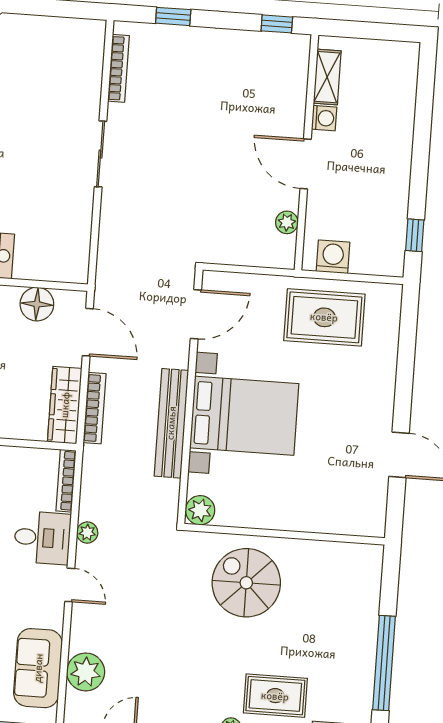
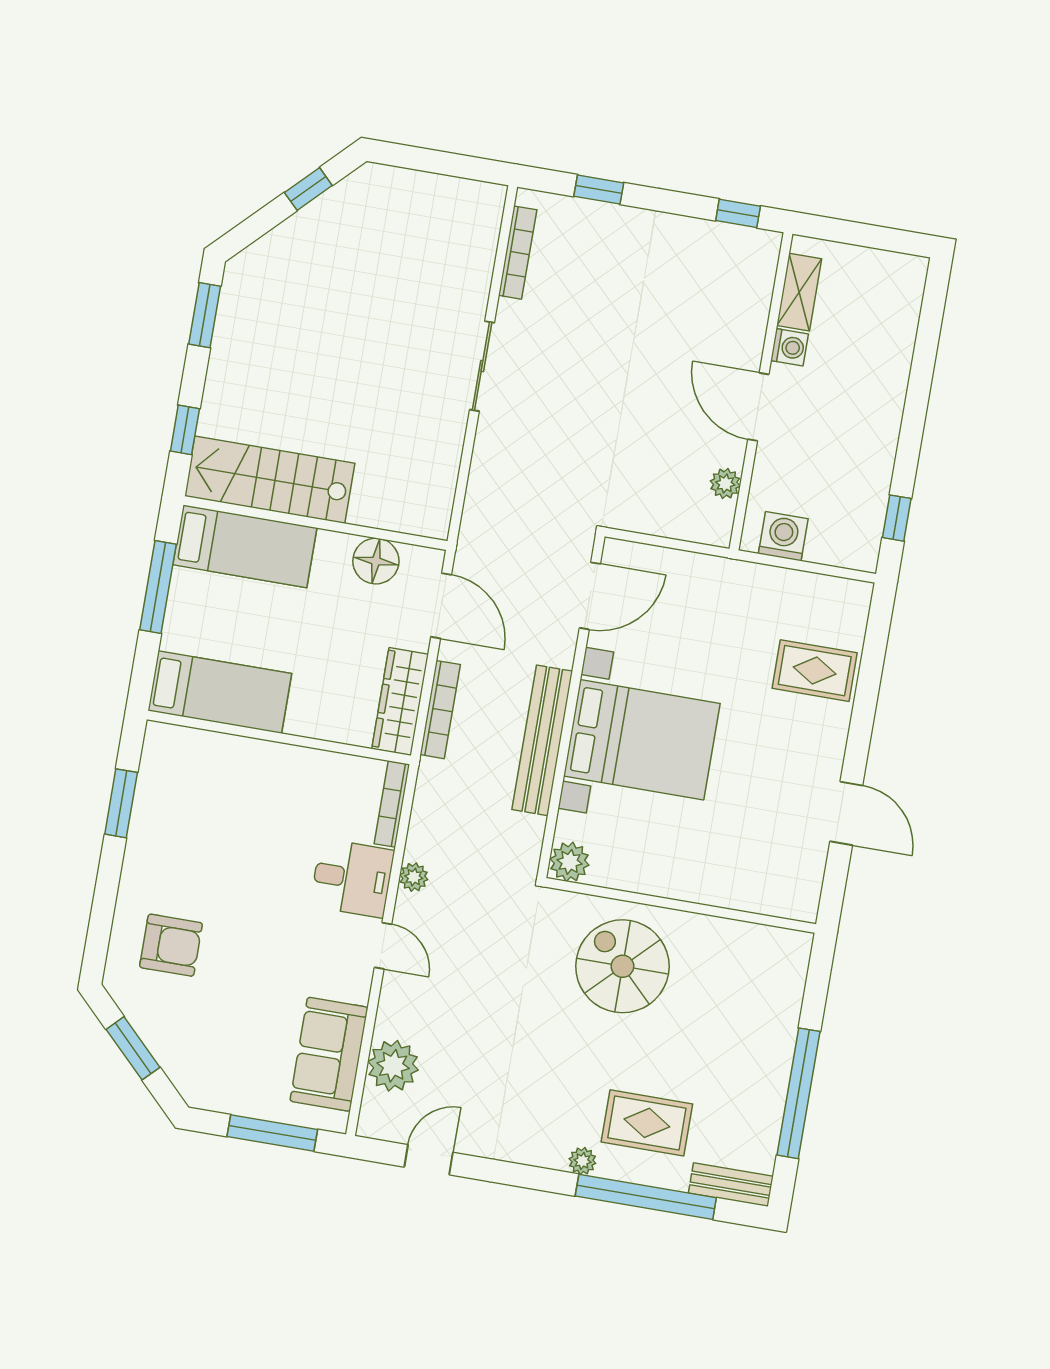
rug: (324, 317) -> (815, 671), moved, width x0.73, depth x0.70

